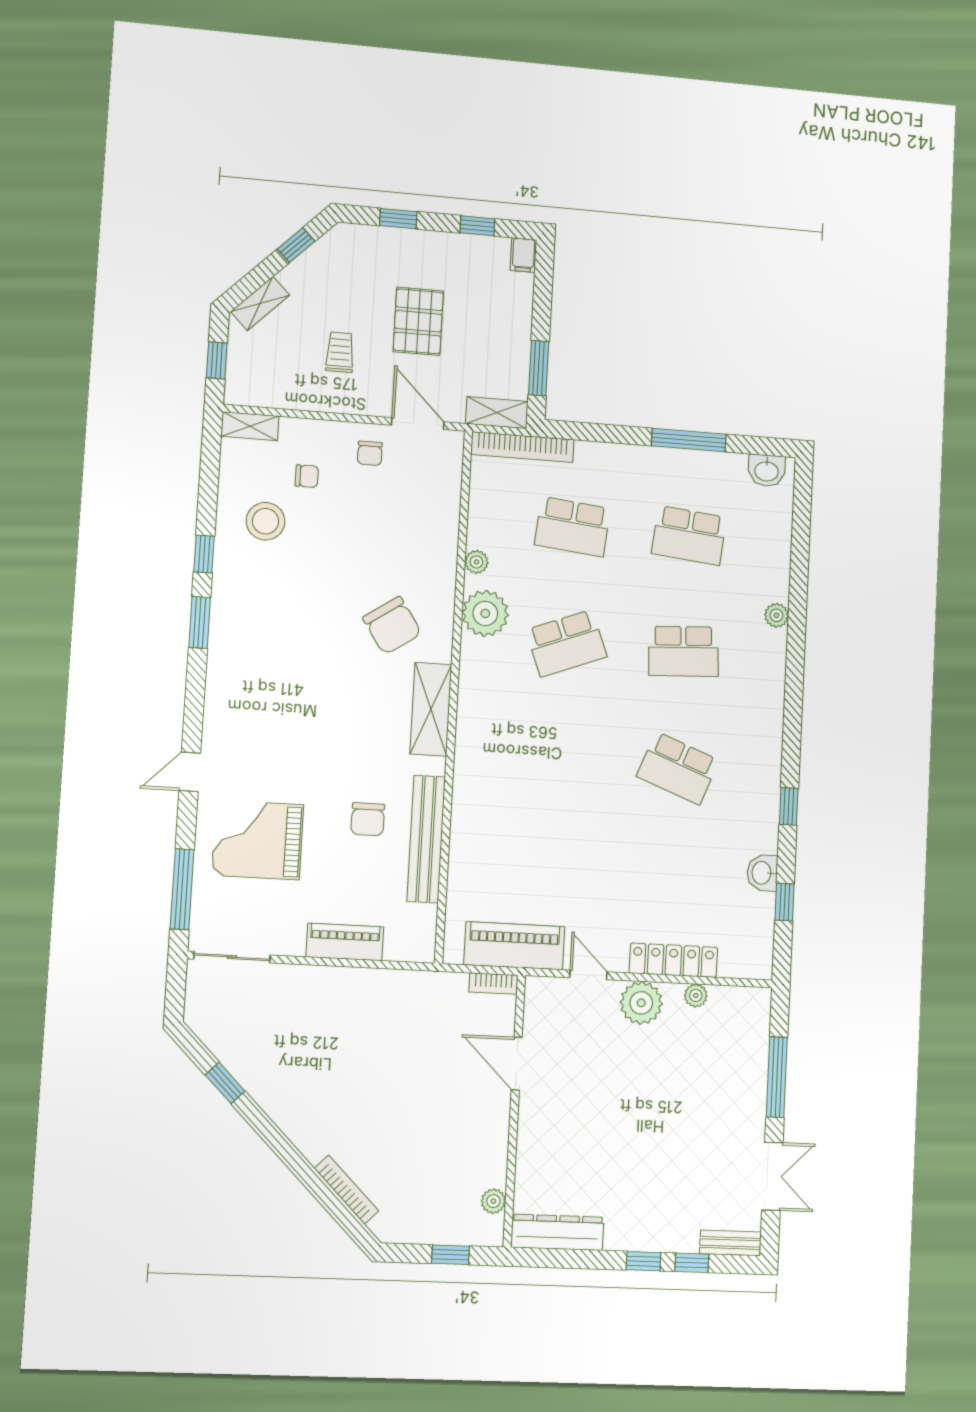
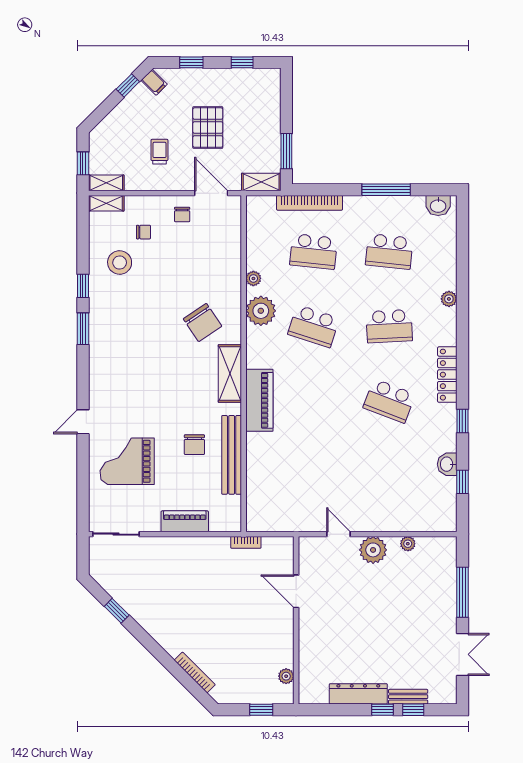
filing cabinet: (523, 255) -> (154, 82), moved, turned -45
shelving: (260, 303) -> (106, 183), moved, turned 45
bookcase: (522, 447) -> (310, 203), moved
school desk: (566, 643) -> (314, 326), turned 39
window: (182, 889) -> (83, 494), removed
piano: (514, 946) -> (259, 400), moved, turned 90
locker: (673, 960) -> (447, 375), moved, turned -90
bookcase: (493, 983) -> (246, 542), moved
dresser: (557, 1232) -> (358, 694), moved
bench: (730, 1243) -> (408, 697), moved

